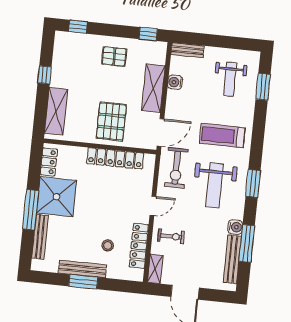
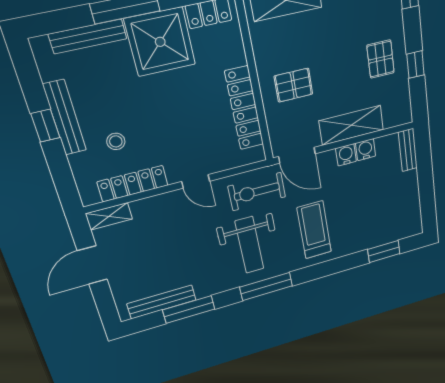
window: (148, 34) -> (415, 64), moved
weight bench: (230, 79) -> (384, 212), removed
pallet: (111, 121) -> (294, 85), width x0.67, depth x0.71
window: (253, 183) -> (266, 286), width x1.44
weight bench: (214, 185) -> (249, 245), turned -90
water cooler: (235, 227) -> (346, 155), moved, turned 180
exercise bike: (171, 236) -> (163, 219), removed
window: (83, 282) -> (45, 126), width x0.67

